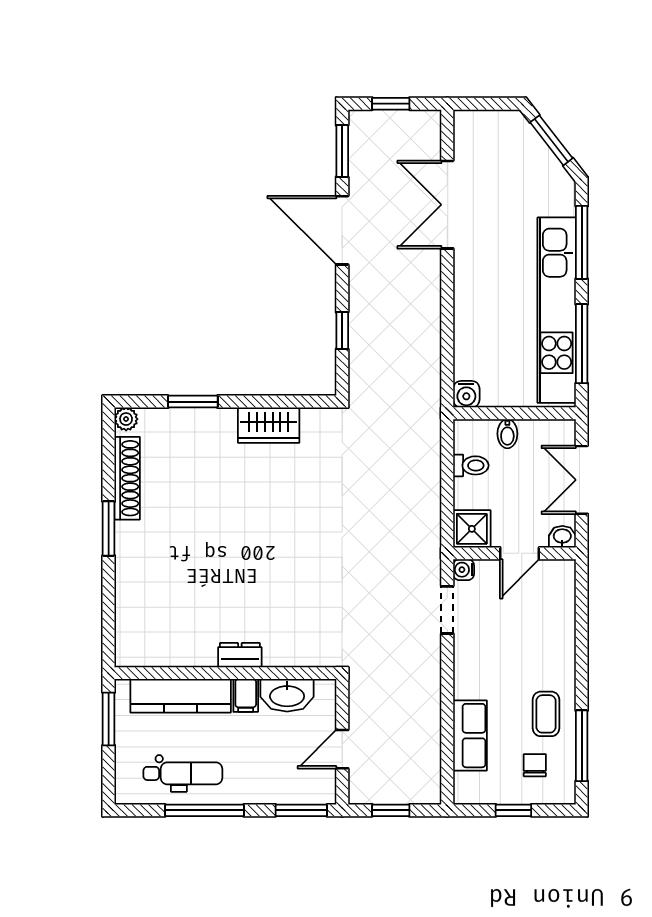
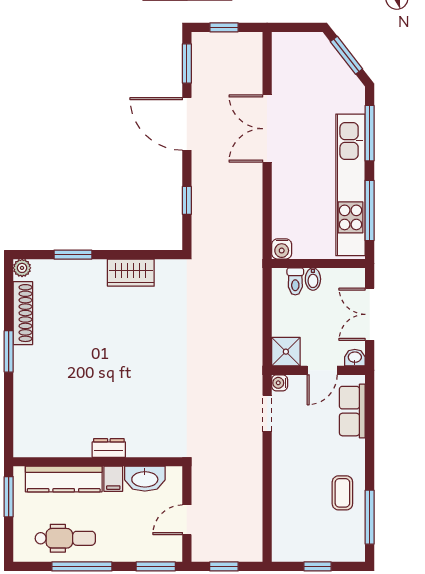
double door: (447, 205) -> (267, 129), moved
toilet: (471, 465) -> (295, 281), moved, turned 90
row of seats: (470, 736) -> (352, 411), moved, turned 180
chair: (535, 765) -> (334, 532), removed

